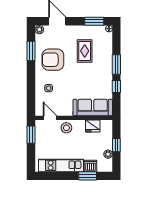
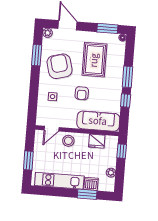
rug: (85, 51) -> (94, 60), width x1.36, depth x1.43
armchair: (53, 60) -> (60, 66), turned 75
armchair: (75, 83) -> (82, 93), added
door: (50, 118) -> (52, 129), swing flipped
window: (31, 135) -> (28, 160), moved
window: (116, 145) -> (122, 151), moved

